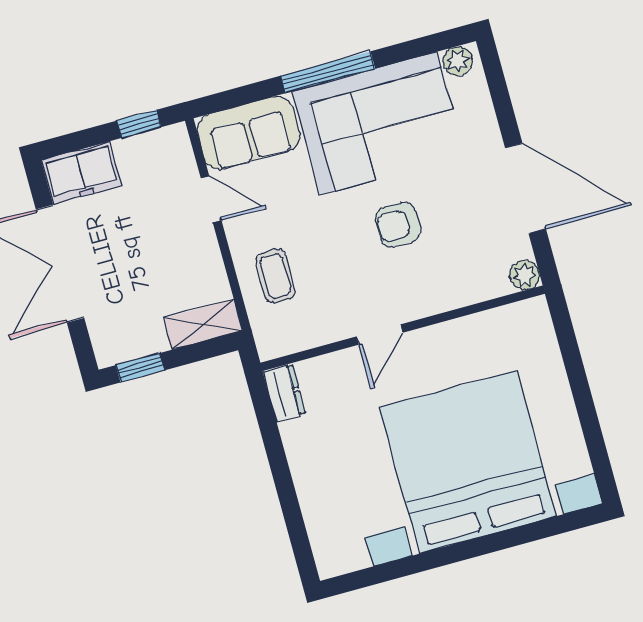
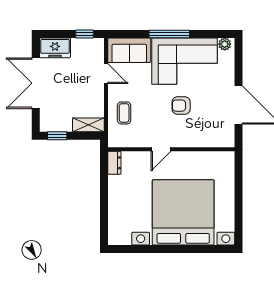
plant: (525, 275) -> (228, 141), removed

